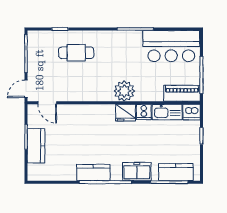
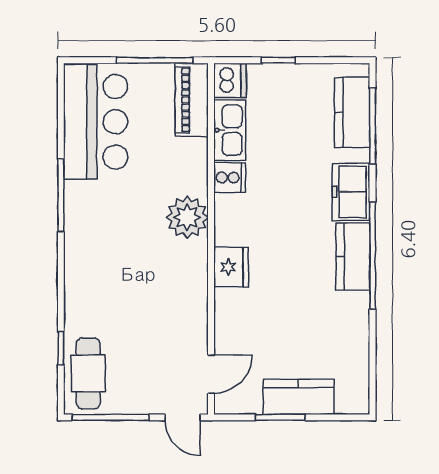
cafe table: (76, 53) -> (88, 373), moved
fridge: (126, 113) -> (231, 267), moved
kitchen counter: (93, 173) -> (353, 257), moved

